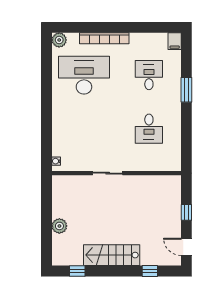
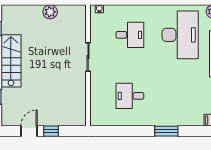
desk: (149, 75) -> (130, 35), moved
plant: (59, 226) -> (50, 12), moved
door: (186, 247) -> (29, 131), moved

